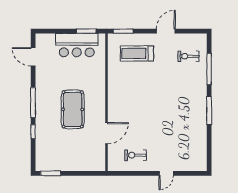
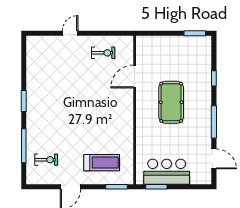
window: (33, 103) -> (214, 122), moved
window: (209, 110) -> (24, 101), width x0.69

